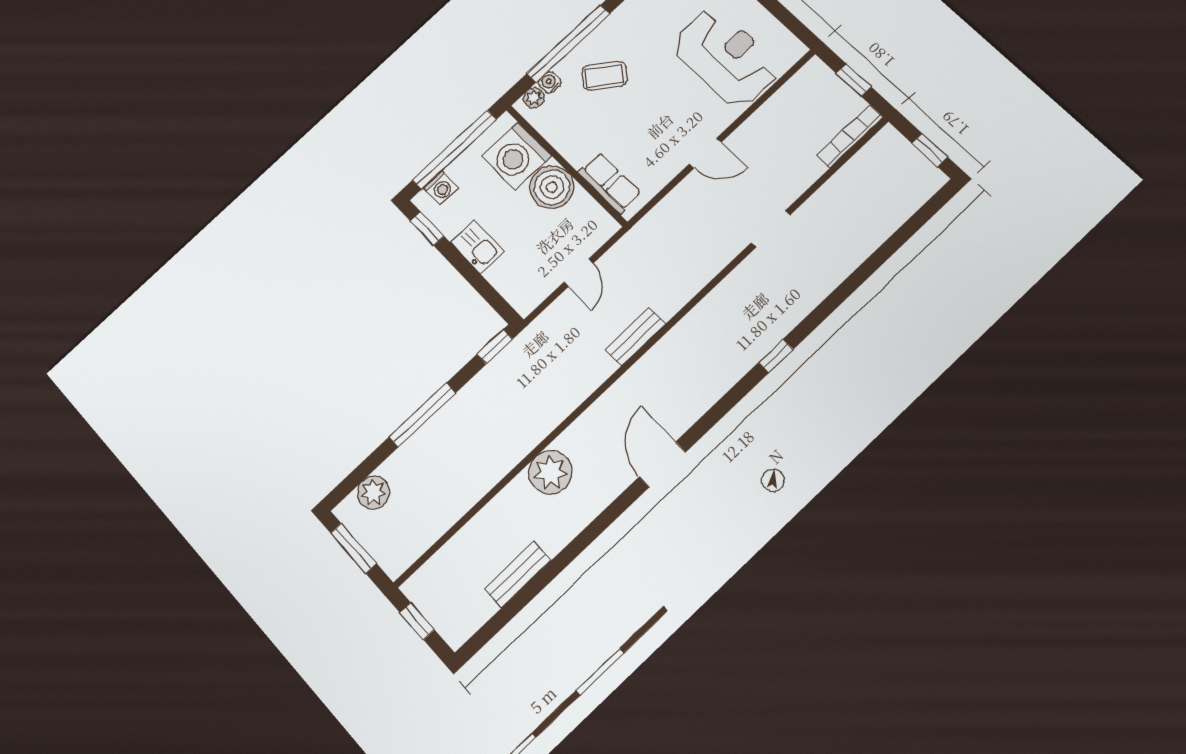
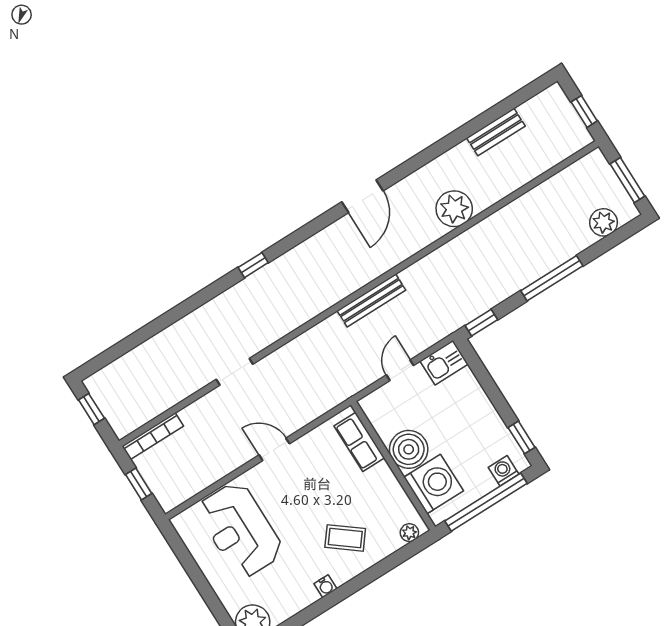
window: (568, 44) -> (371, 575), removed
water cooler: (550, 82) -> (325, 586), moved
kitchen sink: (477, 247) -> (444, 363), moved, turned -90
bench: (635, 337) -> (371, 300), width x1.36

